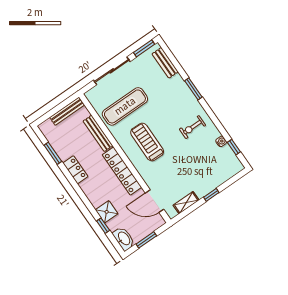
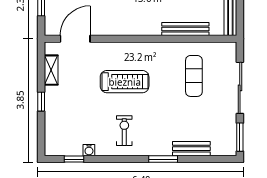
bench: (165, 63) -> (191, 149), moved
exercise mat: (125, 106) -> (194, 76), width x0.73, depth x0.69
treadmill: (147, 142) -> (125, 82), moved
locker: (122, 171) -> (130, 27), removed

